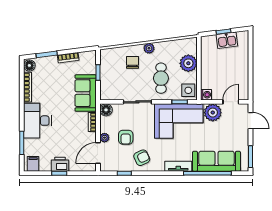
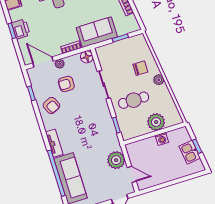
side table: (188, 90) -> (130, 130), removed
washing machine: (206, 95) -> (162, 139), moved
corner sofa: (179, 121) -> (98, 130), removed

